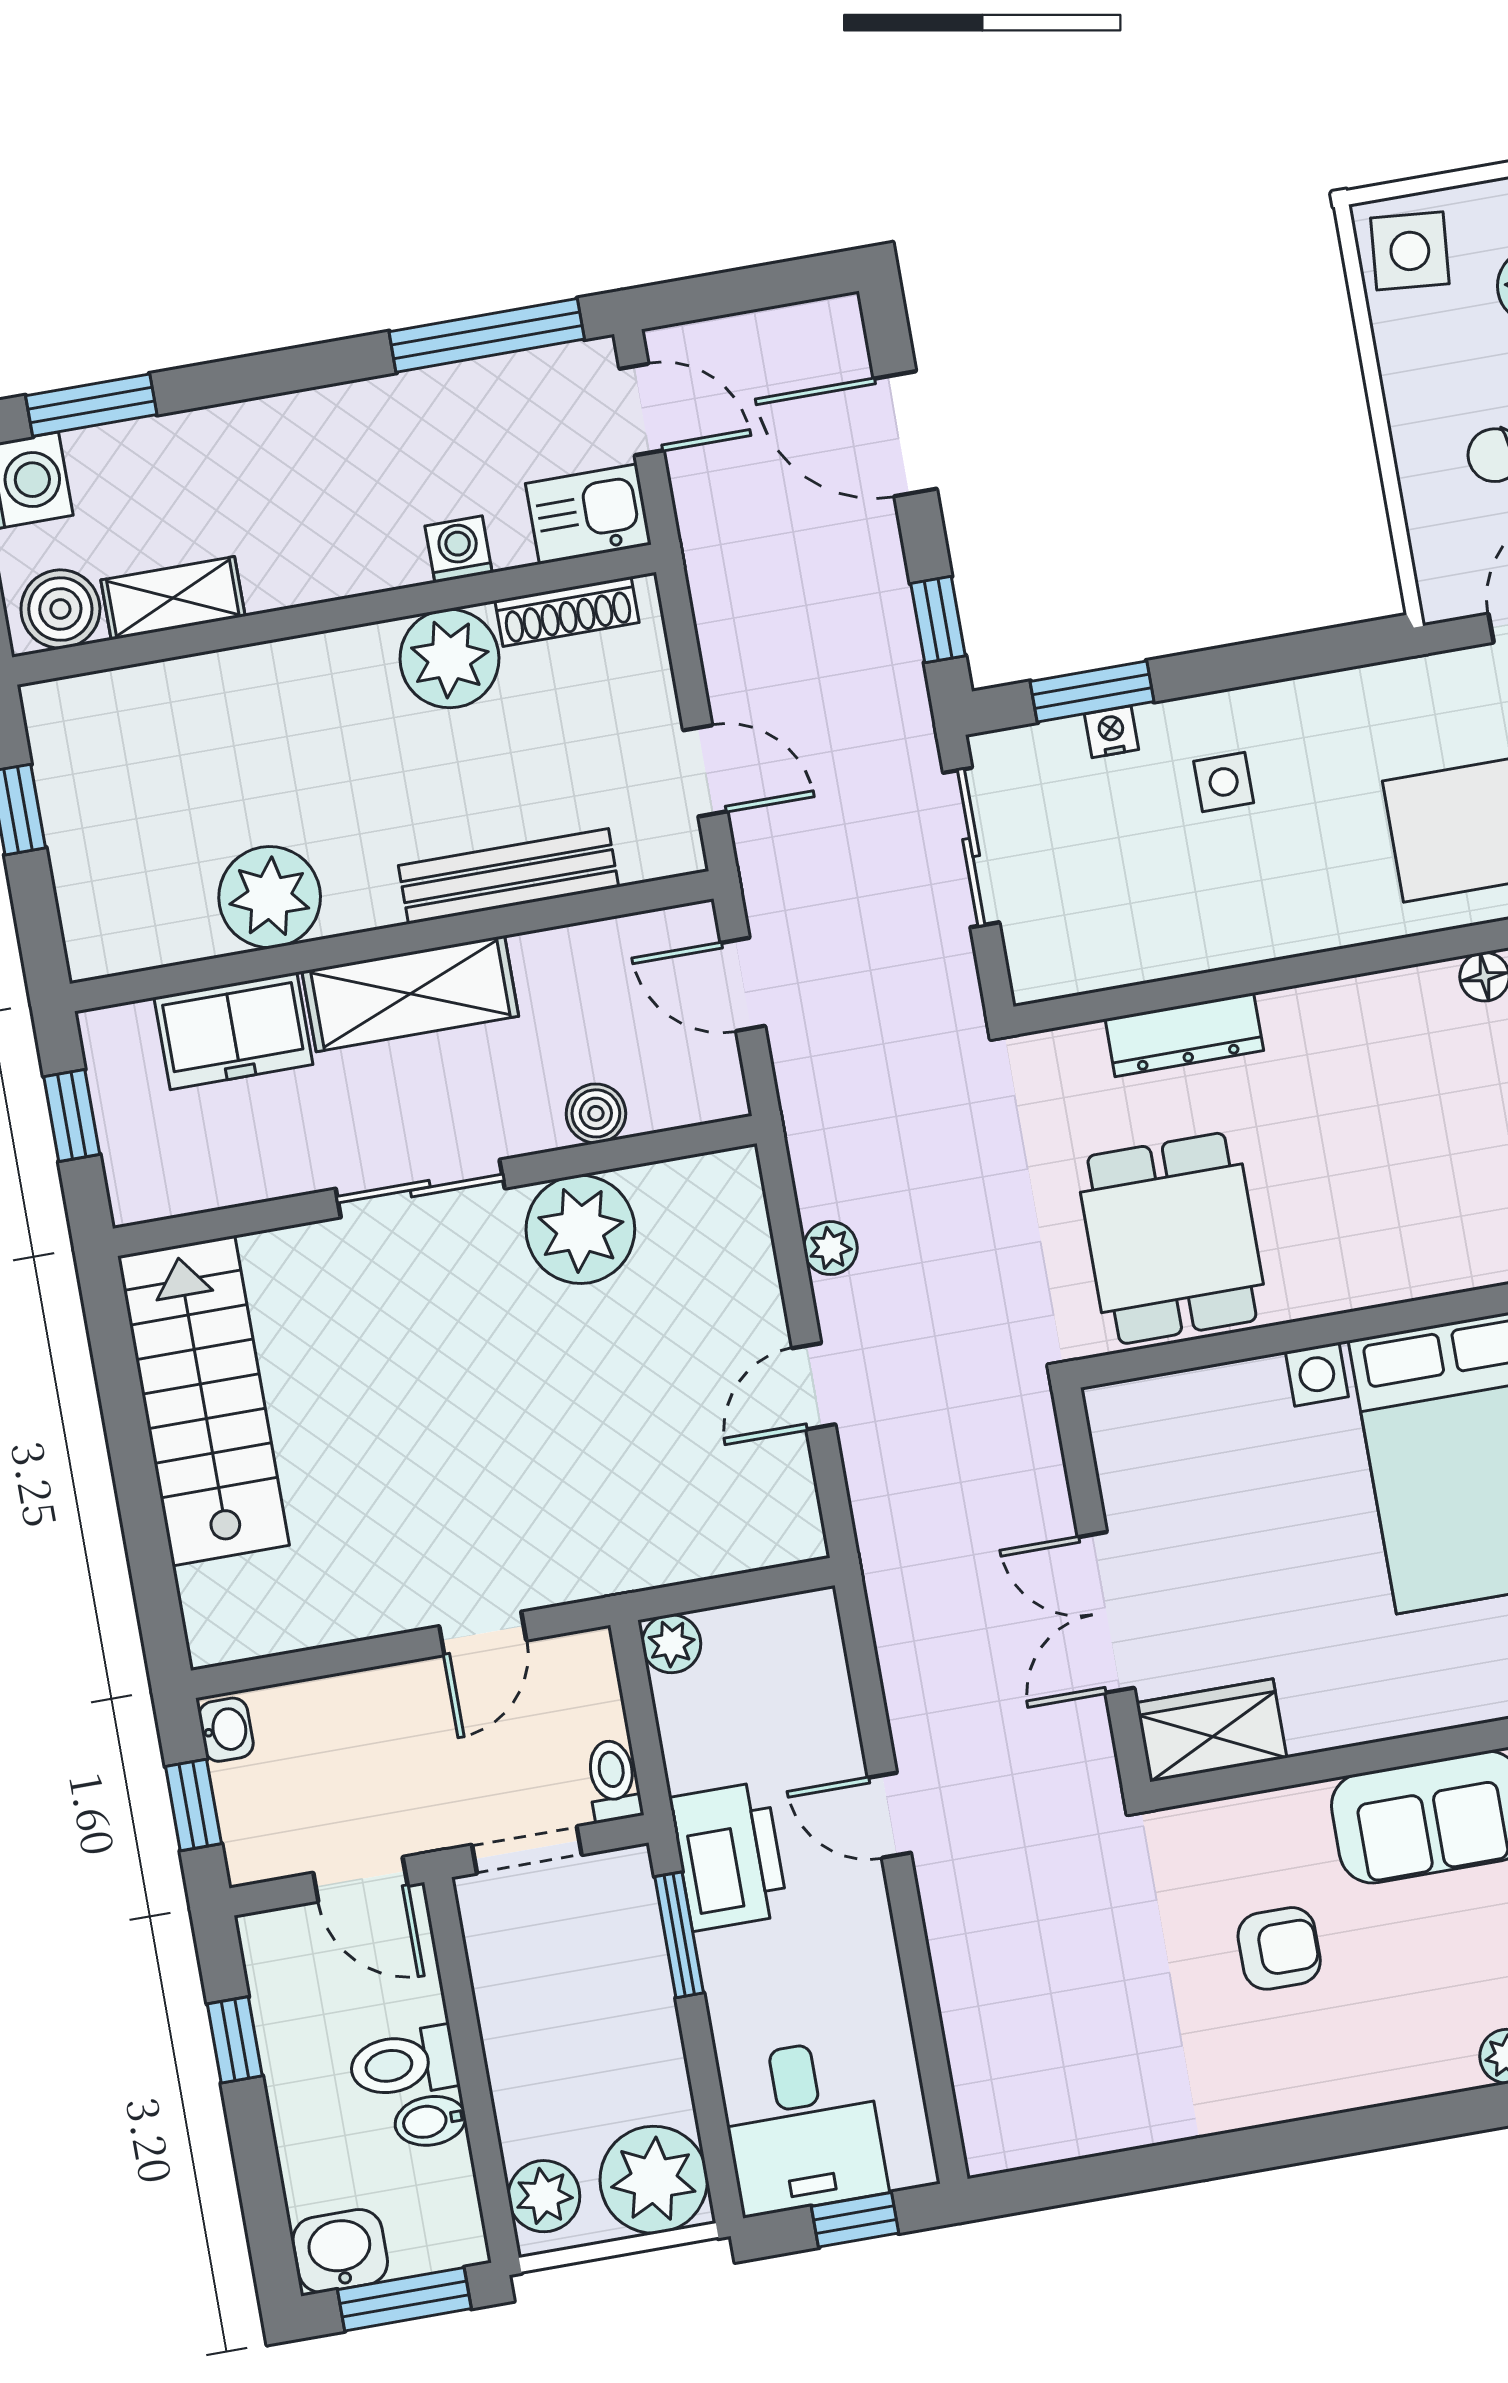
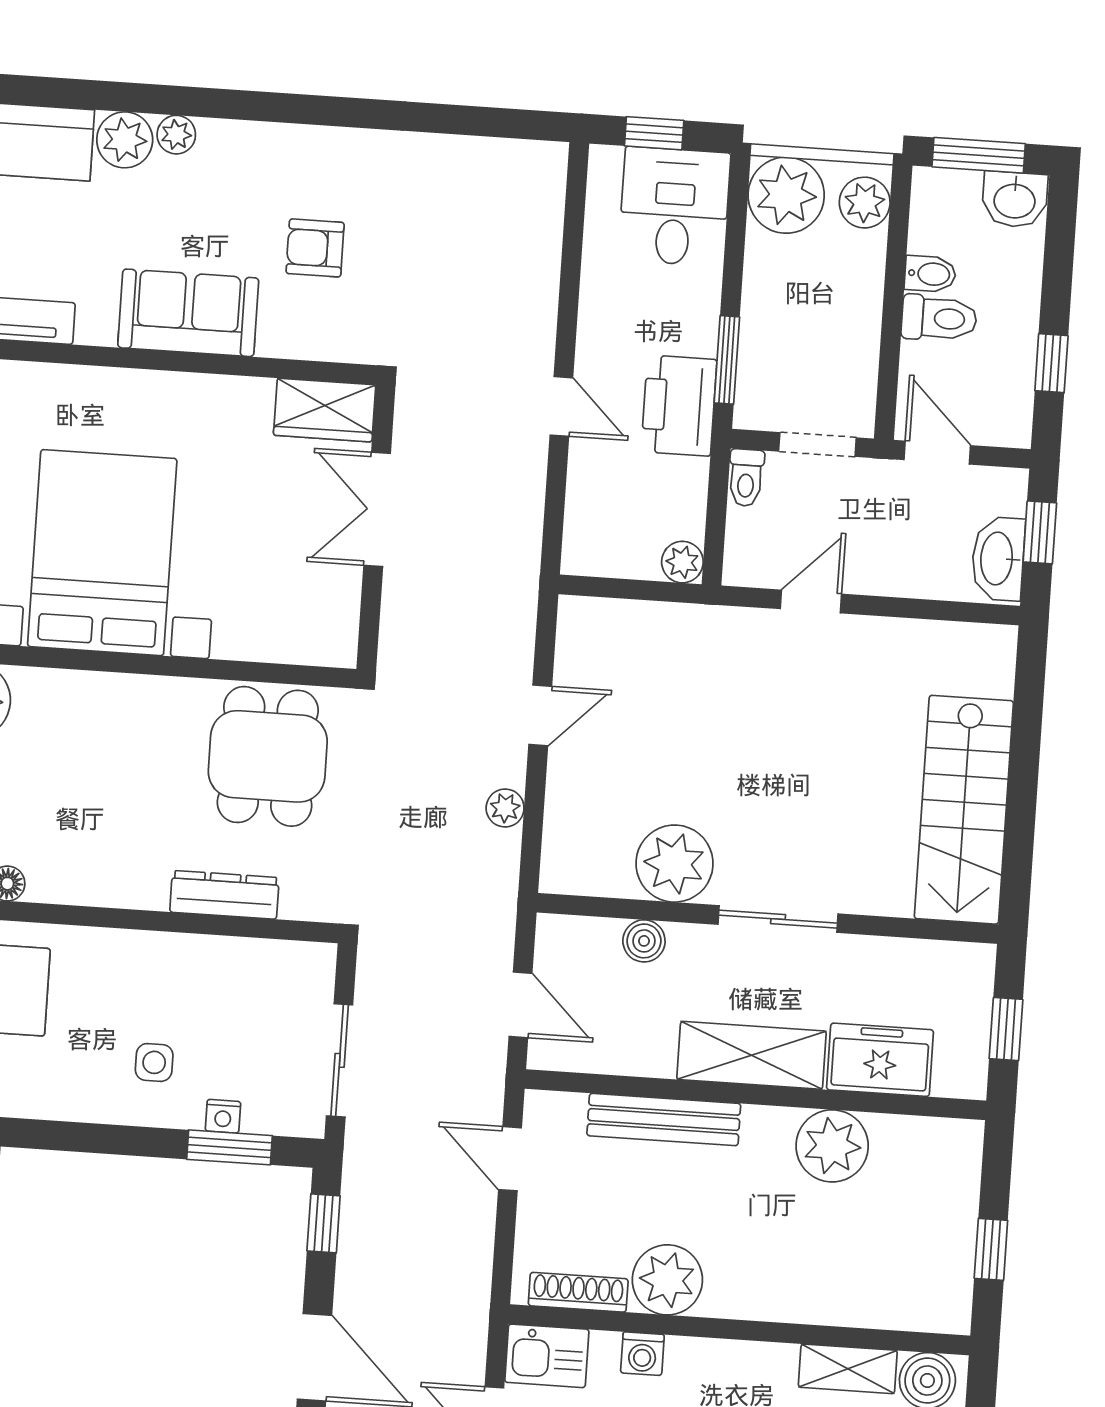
double door: (1106, 1612) -> (377, 509), swing flipped
washbasin: (226, 1730) -> (998, 559), width x1.91, depth x1.45

